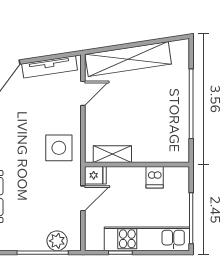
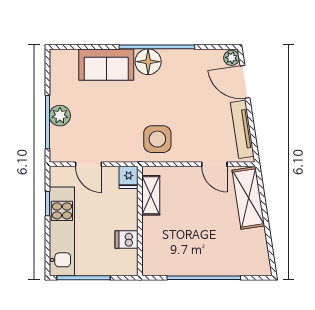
shelving: (128, 59) -> (248, 198), width x0.68
door: (83, 198) -> (89, 164), moved
plant: (57, 241) -> (60, 116), moved

